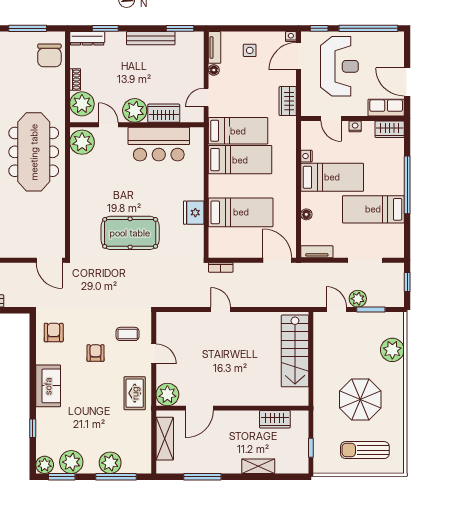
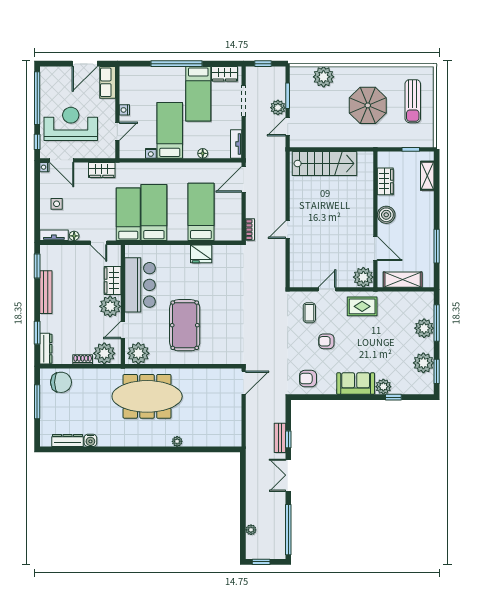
wardrobe: (390, 129) -> (225, 74), moved, turned 90
pool table: (130, 233) -> (185, 325), moved
boiler: (237, 420) -> (386, 215), added
plant: (45, 465) -> (383, 387), moved
shelving: (258, 466) -> (427, 176), moved

